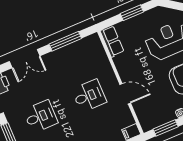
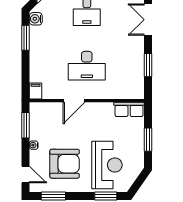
window: (65, 41) -> (148, 65), width x0.69
desk: (89, 96) -> (87, 66), width x1.37

